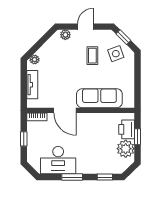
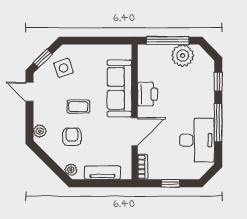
door: (85, 27) -> (30, 92), moved
coffee table: (92, 56) -> (78, 107), moved
armchair: (61, 60) -> (72, 137), added
printer: (127, 129) -> (147, 94), moved, turned -90
window: (138, 137) -> (168, 41), width x2.17
window: (72, 177) -> (218, 123), width x1.44

